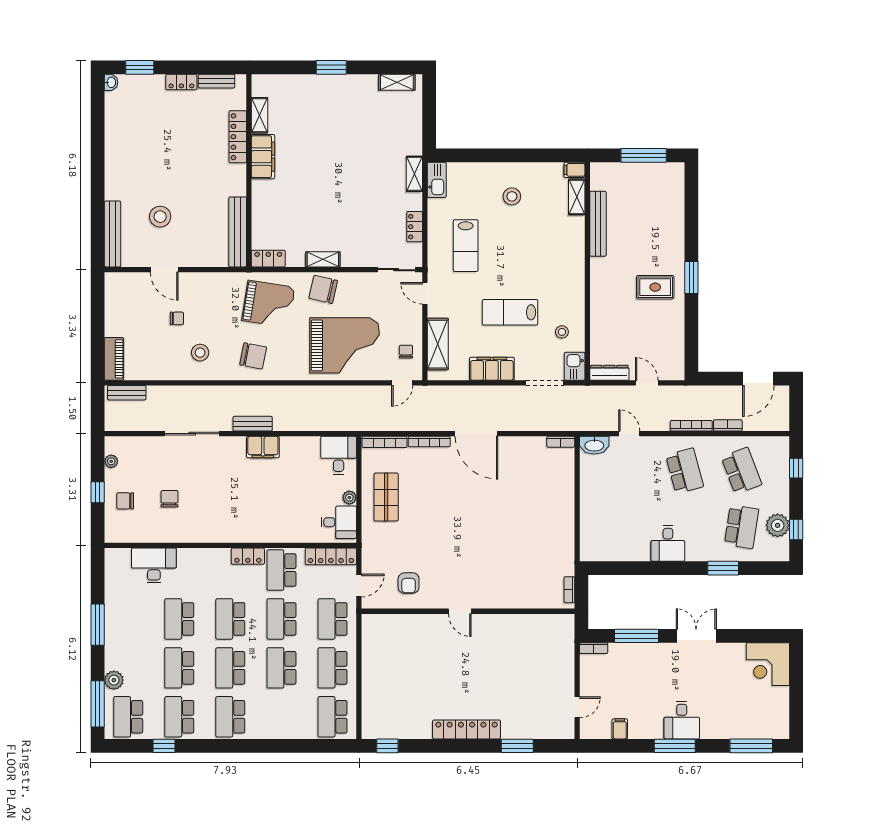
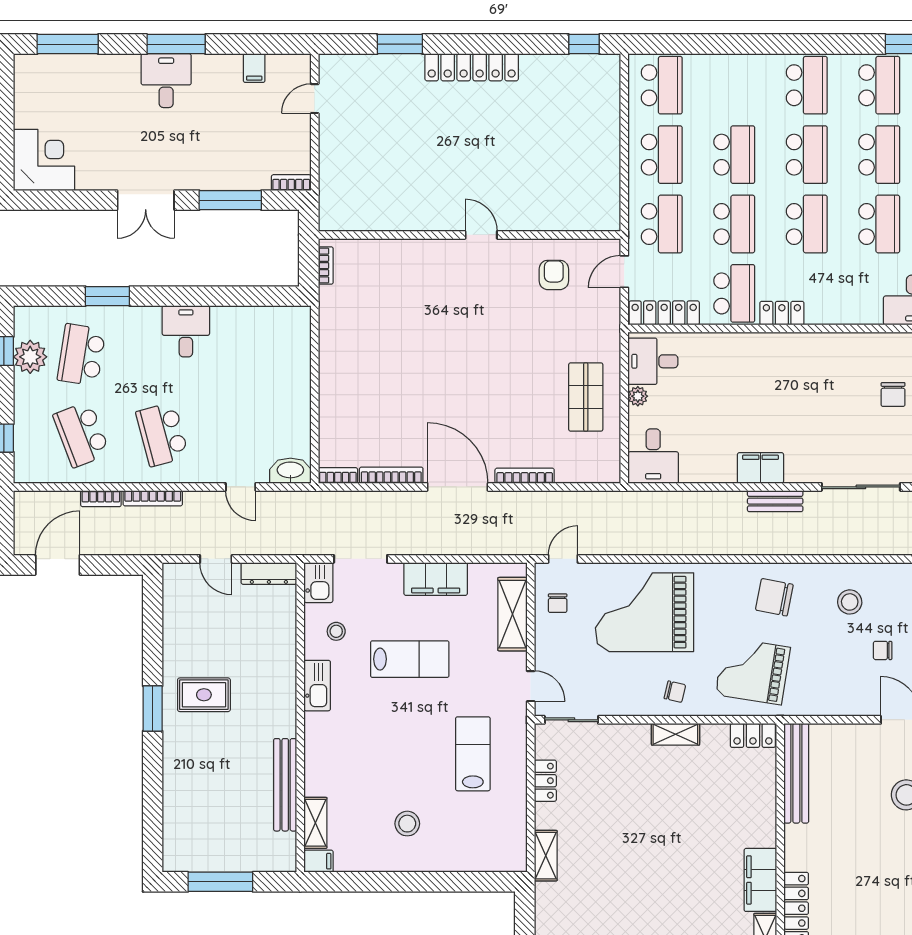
kitchen sink: (437, 180) -> (317, 686), moved, turned 180
chair: (323, 289) -> (675, 692), width x0.54, depth x0.54
bookcase: (385, 442) -> (391, 475), moved

